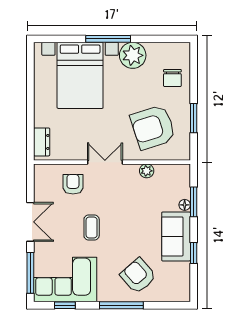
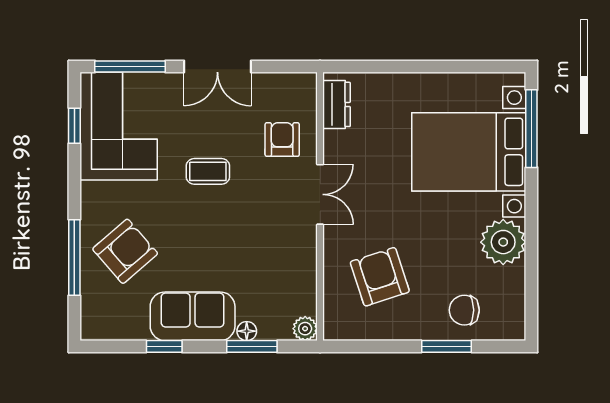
window: (108, 39) -> (531, 129), moved
window: (194, 118) -> (446, 346), moved
armchair: (153, 127) -> (380, 277), width x0.73, depth x0.73
dresser: (42, 142) -> (336, 104), moved, turned -90
plant: (147, 171) -> (305, 329), moved
armchair: (73, 184) -> (282, 140), turned -90
window: (121, 305) -> (74, 258), moved

